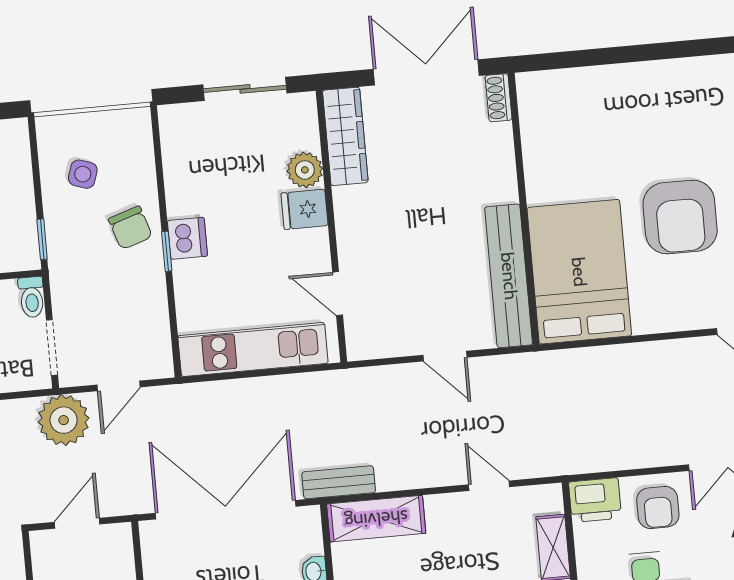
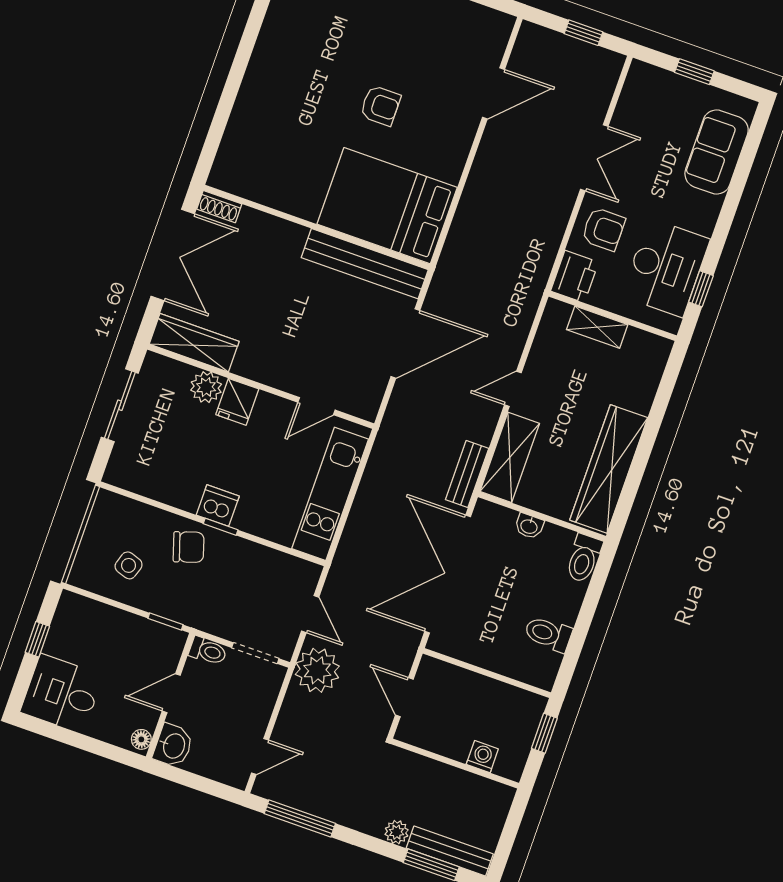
double door: (426, 72) -> (173, 255), swing flipped
armchair: (680, 217) -> (380, 106), width x0.53, depth x0.53
door: (445, 356) -> (405, 344), width x1.88
door: (489, 486) -> (513, 389), moved

